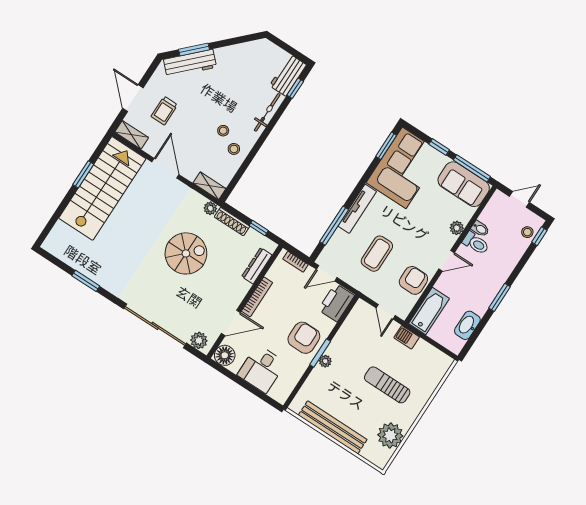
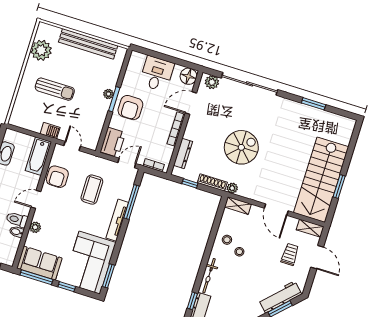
spiral stairs: (186, 253) -> (241, 147), turned 180

